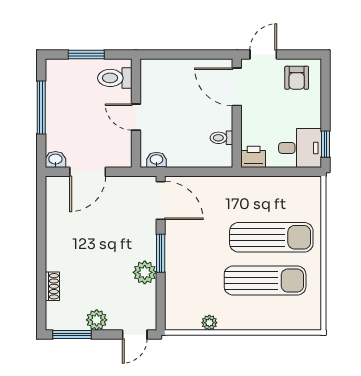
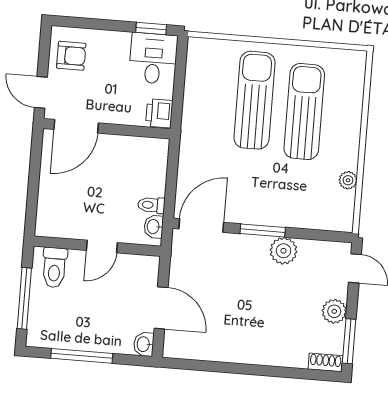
window: (86, 54) -> (24, 298), width x1.44
toilet: (221, 138) -> (151, 205), moved, turned 90
shoe rack: (52, 286) -> (326, 362), moved

